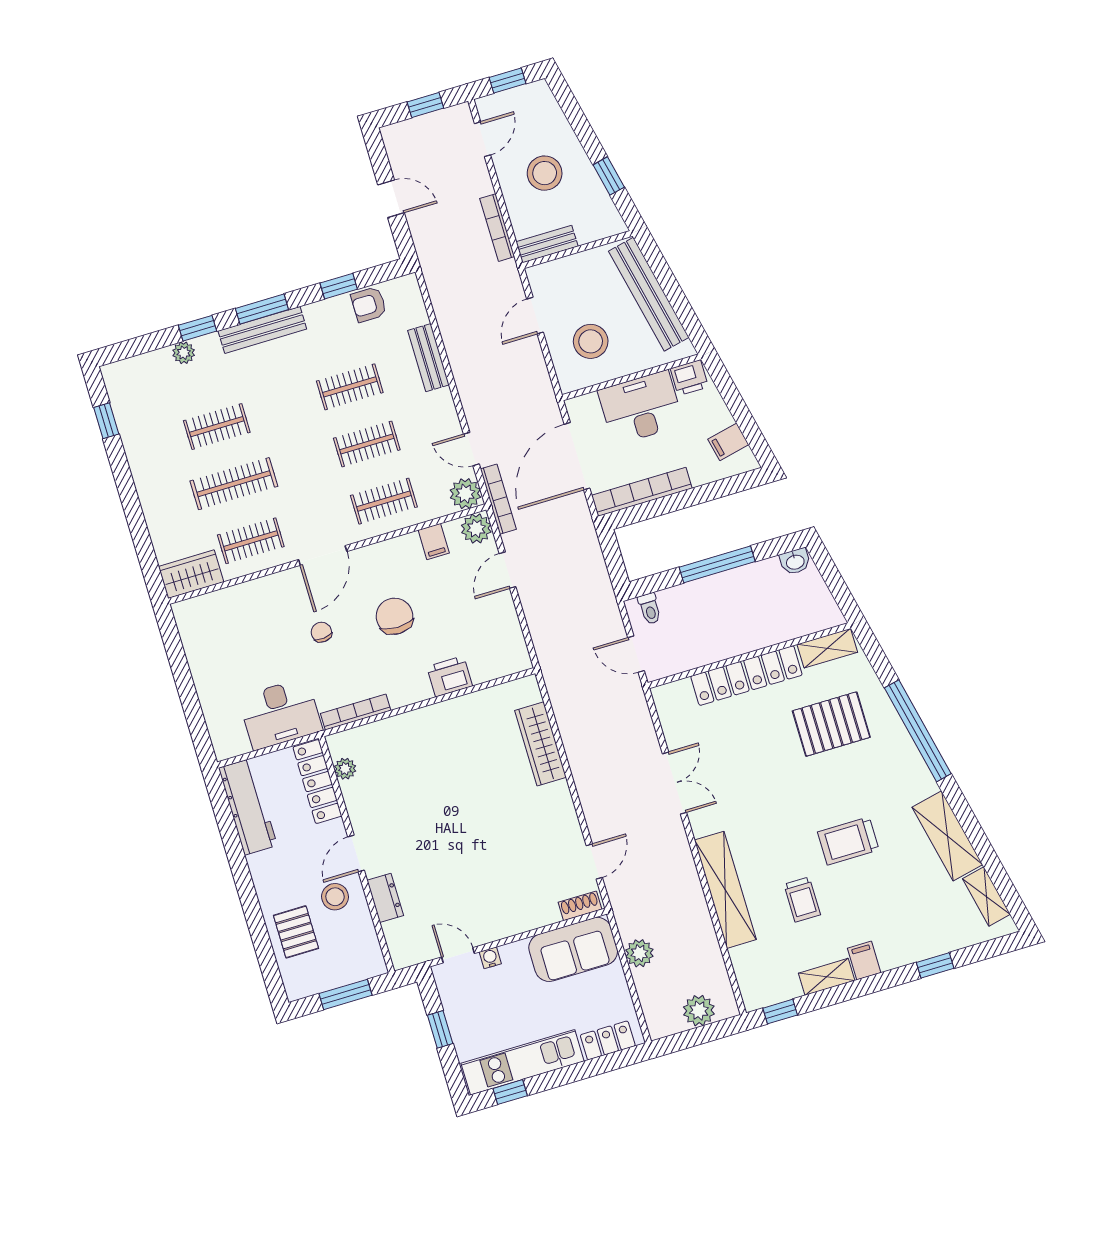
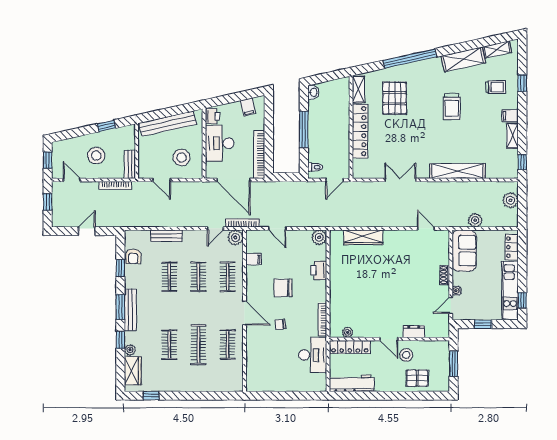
plant: (476, 529) -> (319, 237), moved
wardrobe: (191, 574) -> (133, 371), moved, turned 180
trolley: (802, 899) -> (496, 87), moved
shoe rack: (580, 906) -> (445, 275), moved

